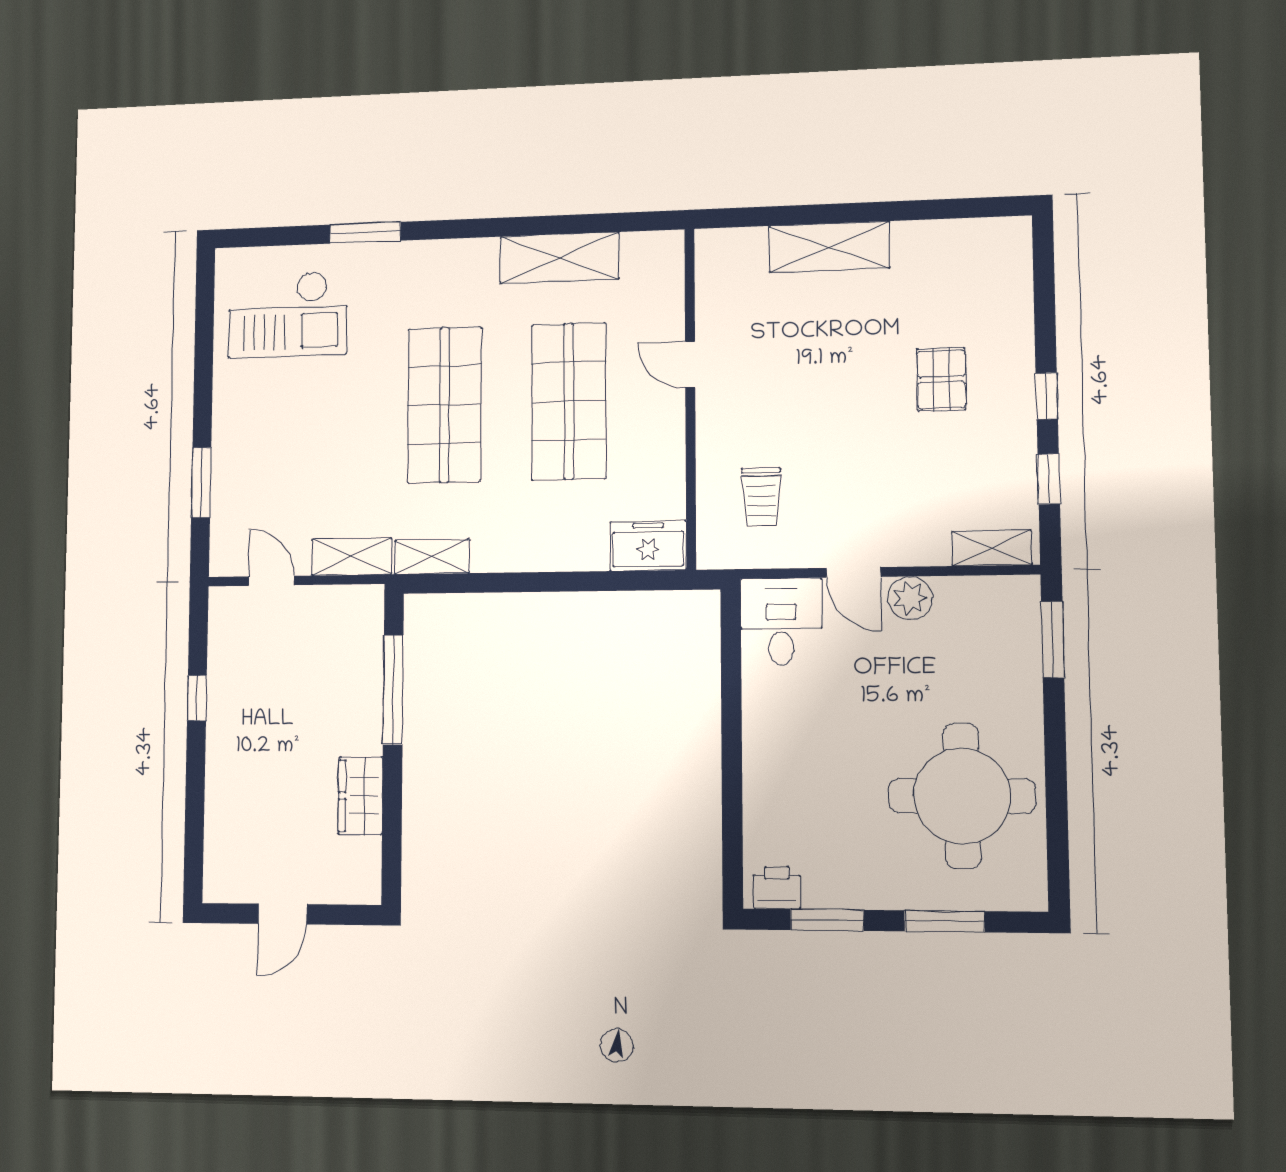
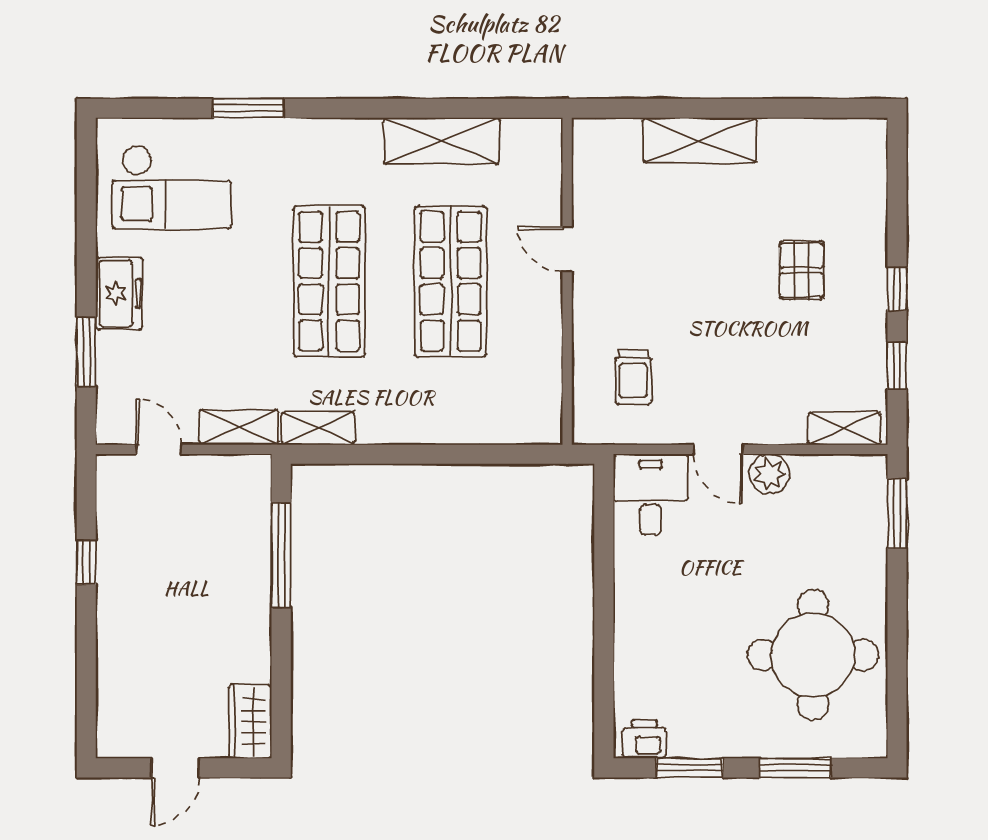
freezer: (648, 546) -> (119, 293), moved, turned 90
wardrobe: (361, 796) -> (250, 722), moved

